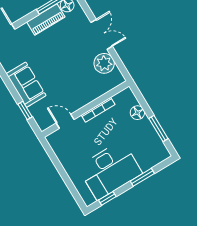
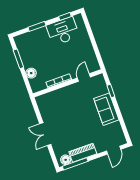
plant: (104, 63) -> (48, 113), removed
door: (65, 121) -> (84, 78), swing flipped
desk: (110, 170) -> (63, 31), width x0.73, depth x0.77

